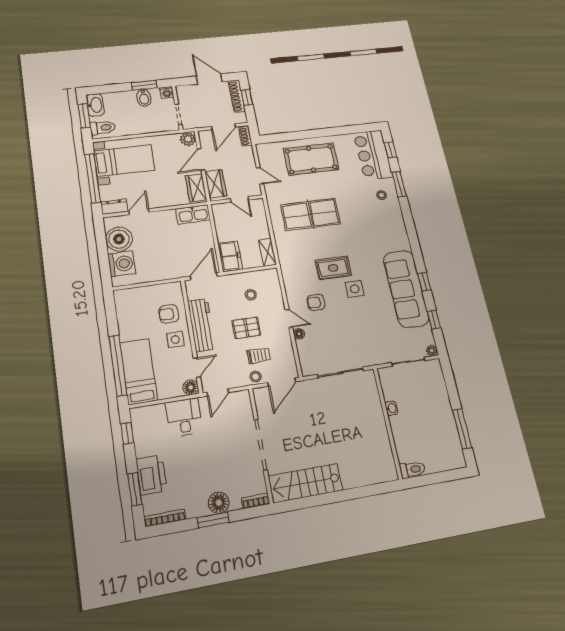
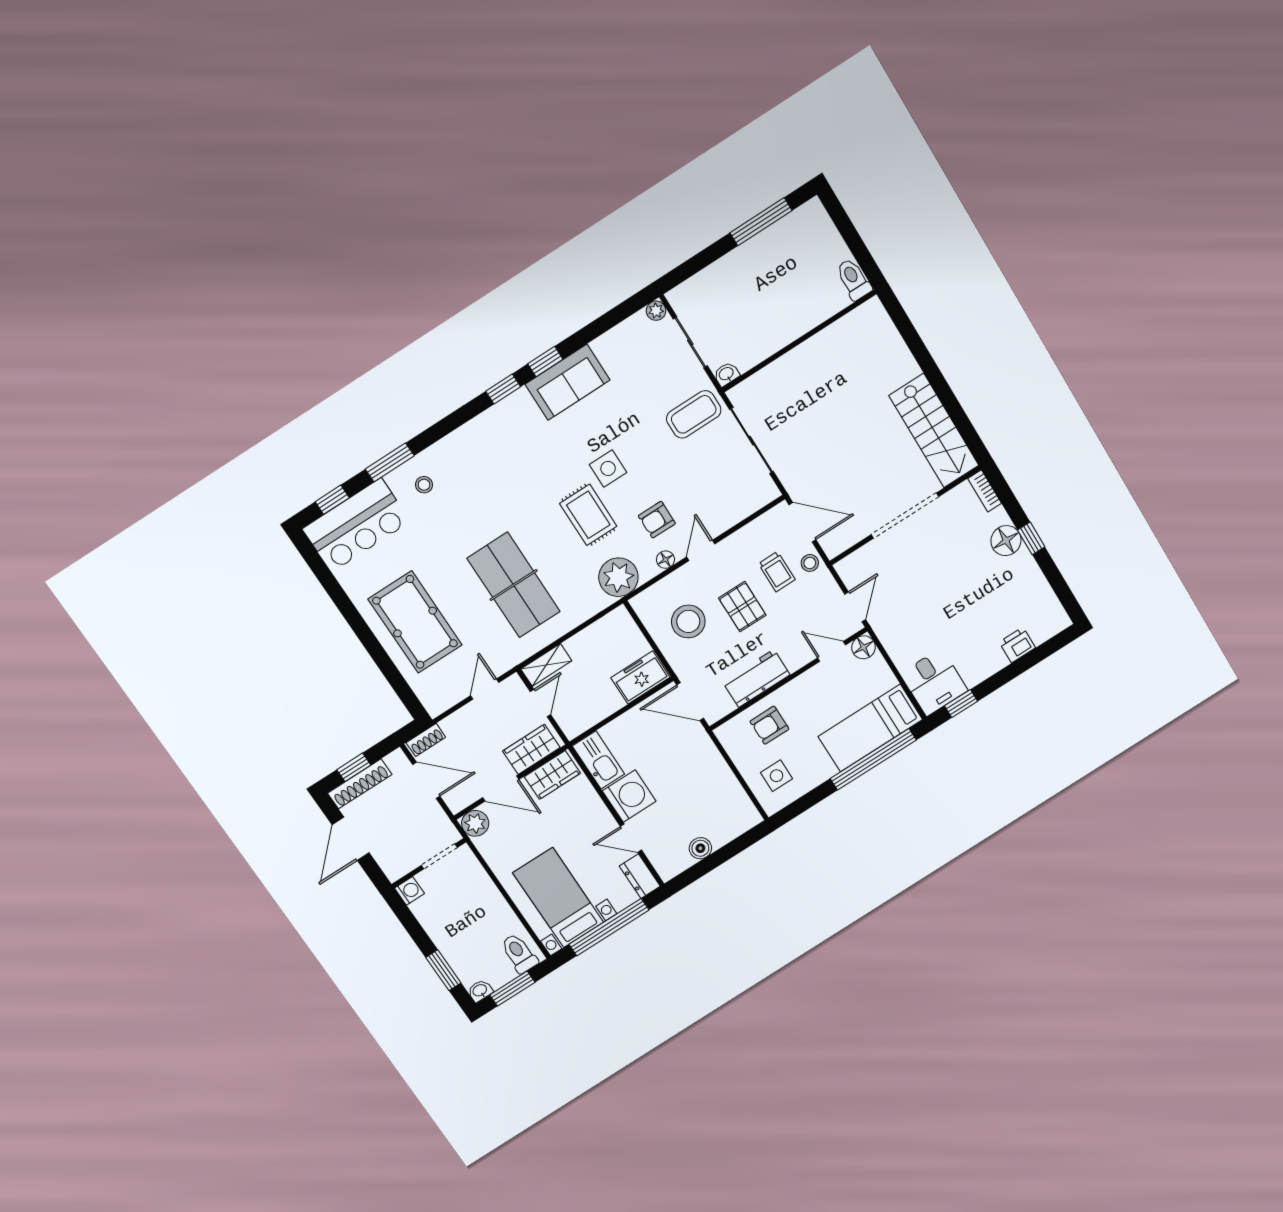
window: (144, 85) -> (443, 970), moved
bidet: (144, 98) -> (437, 920), removed
washbasin: (95, 105) -> (480, 991), width x0.52, depth x0.69
boiler: (119, 239) -> (700, 848), width x0.54, depth x0.54
shelving: (268, 252) -> (546, 665), moved
washing machine: (122, 264) -> (629, 796), moved, turned 90
plant: (292, 269) -> (618, 577), added
sofa: (406, 289) -> (568, 382), width x0.54, depth x0.79
stool: (251, 295) -> (688, 621), width x1.89, depth x1.89
armchair: (316, 302) -> (657, 520), turned 90
armchair: (169, 314) -> (769, 725), turned 90
window: (434, 320) -> (503, 389), moved
workbench: (202, 325) -> (756, 678), width x0.73
floor lamp: (299, 334) -> (665, 560), moved
side table: (175, 340) -> (777, 776), moved
coffee table: (367, 347) -> (694, 414), added
trolley: (259, 356) -> (777, 572), turned 180
door: (218, 392) -> (855, 607), hinge flipped
washbasin: (391, 408) -> (726, 374), moved
desk: (184, 417) -> (934, 682), moved, turned -90
printer: (151, 475) -> (1017, 645), width x0.53, depth x0.68
window: (135, 489) -> (1030, 660), removed
bookcase: (165, 518) -> (1052, 603), removed
window: (213, 520) -> (1031, 538), width x0.67

